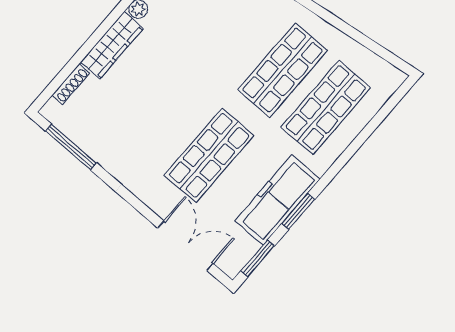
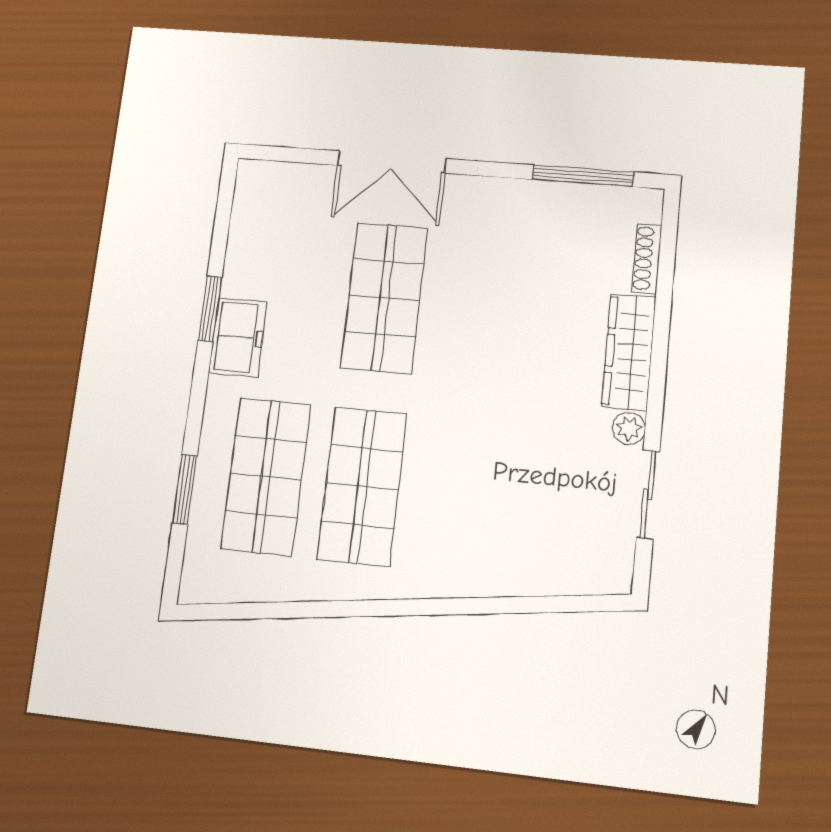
freezer: (277, 200) -> (238, 337), width x0.52, depth x0.79
double door: (185, 246) -> (392, 162), moved
window: (258, 258) -> (185, 490), moved

